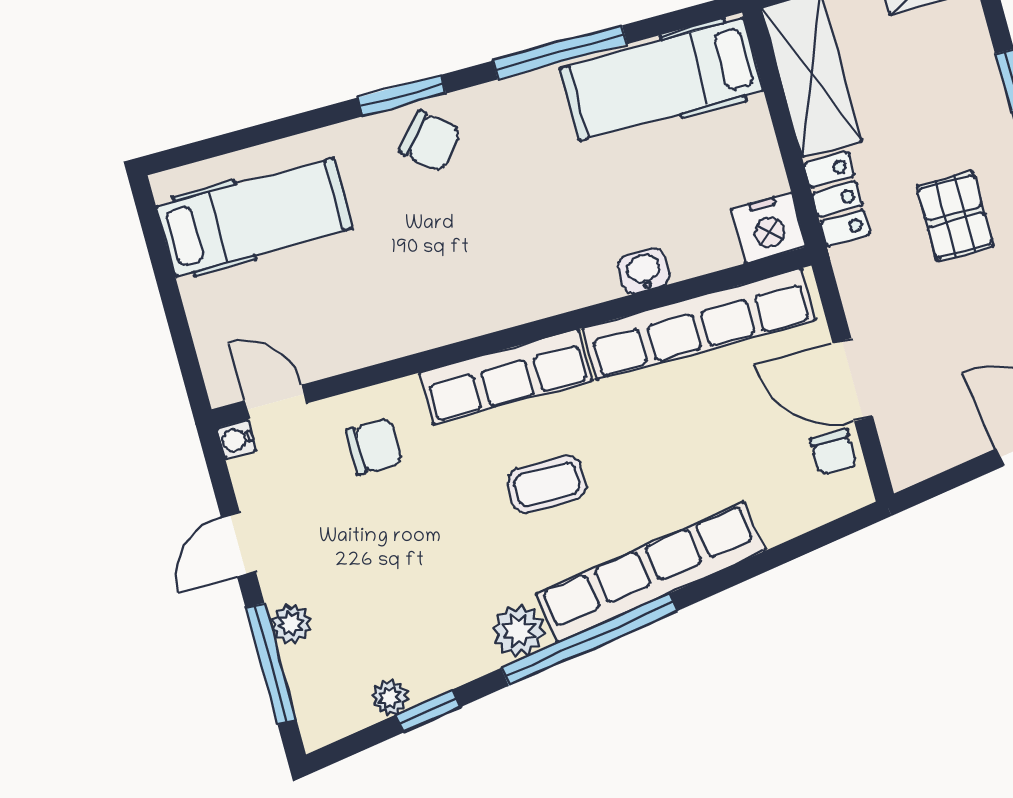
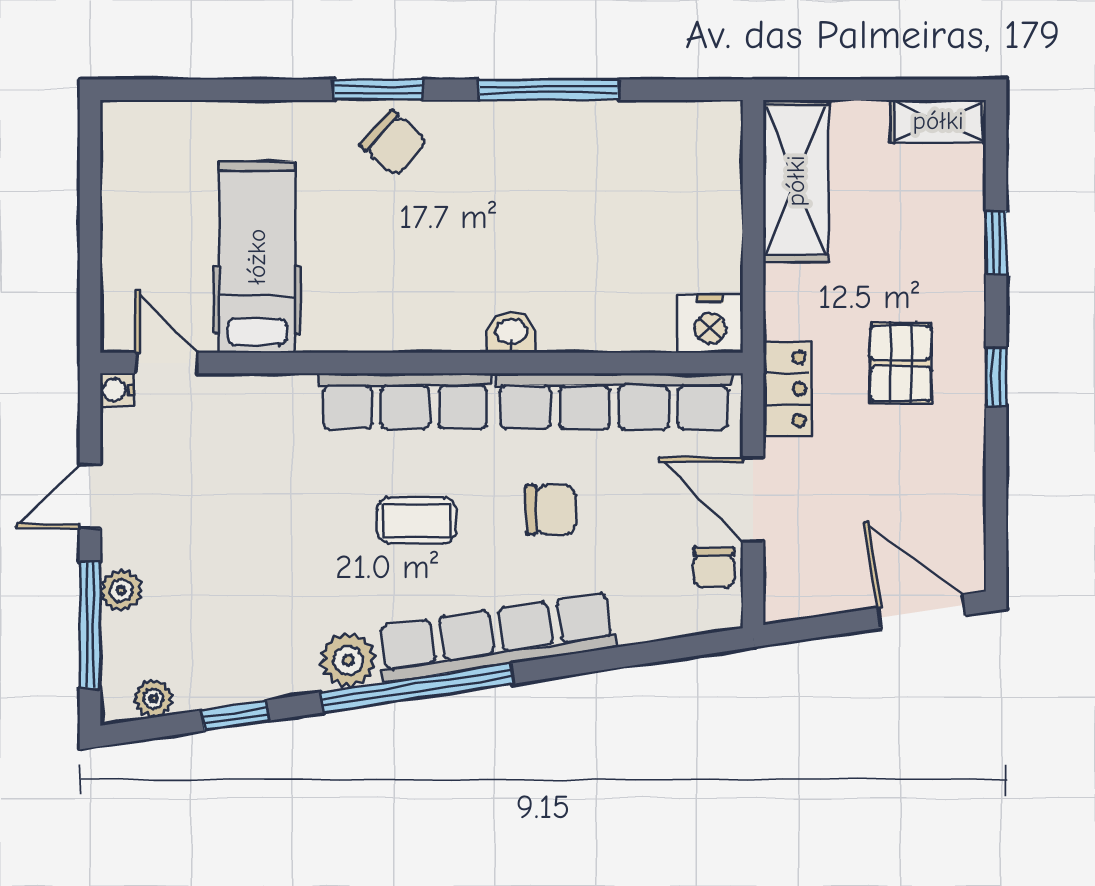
hospital bed: (662, 79) -> (643, 145), removed
locker: (837, 199) -> (787, 389), moved
hospital bed: (254, 217) -> (257, 257), moved, turned -90
washbasin: (644, 271) -> (511, 333), moved
chair: (374, 446) -> (551, 510), moved
plant: (390, 697) -> (153, 699), moved

